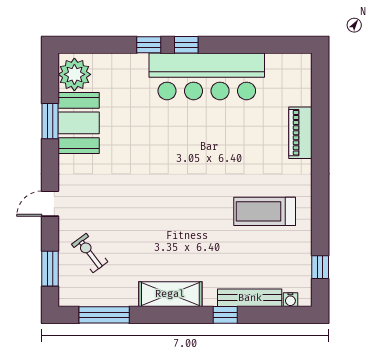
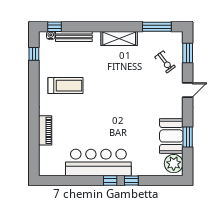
window: (225, 315) -> (54, 27), moved

